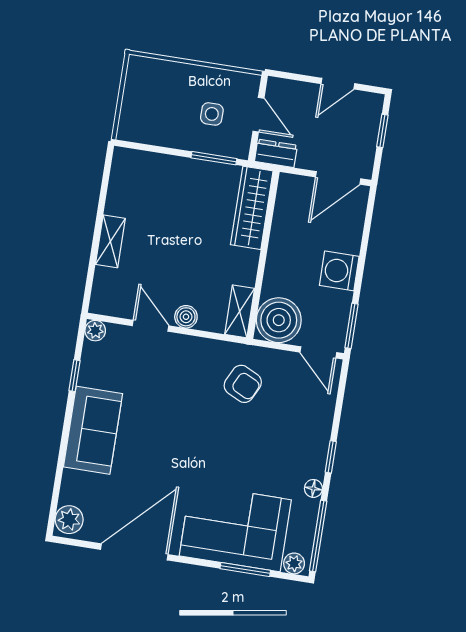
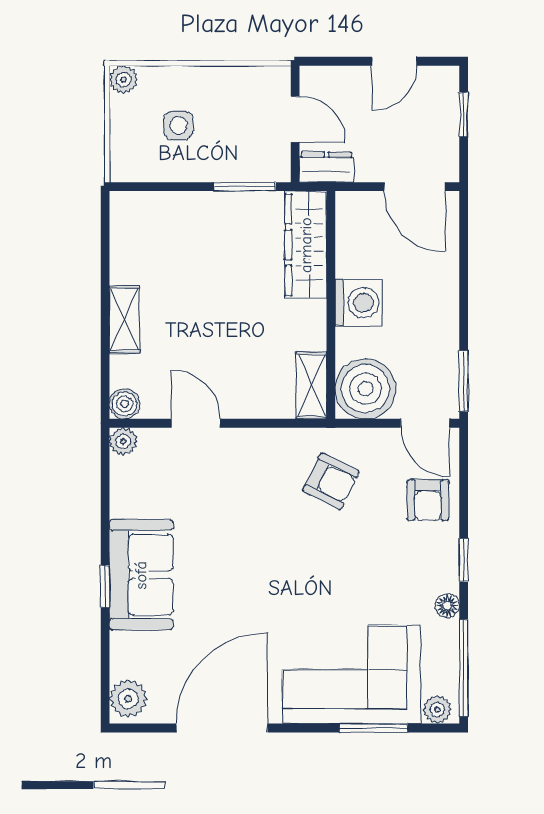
plant: (137, 66) -> (123, 80), added
side table: (212, 114) -> (178, 125), moved
door: (338, 178) -> (415, 187), hinge flipped
washing machine: (339, 271) -> (359, 303), moved, turned 180
boiler: (186, 317) -> (125, 404), moved
window: (75, 376) -> (105, 586), moved
armchair: (312, 409) -> (428, 500), added

